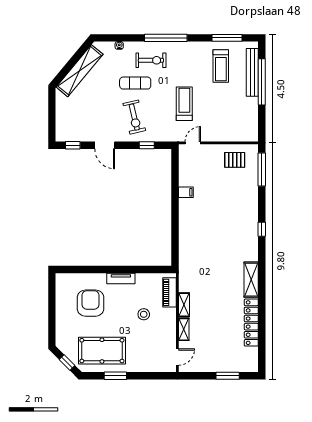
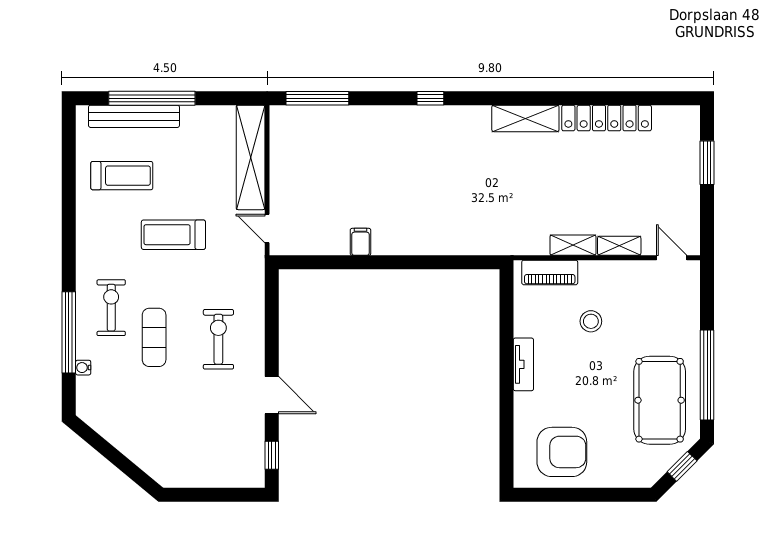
window: (166, 38) -> (69, 332), moved
window: (227, 38) -> (69, 164), removed
shelving: (80, 71) -> (251, 157), moved, turned 50
treadmill: (184, 104) -> (173, 235), moved
exercise bike: (134, 117) -> (218, 339), turned -77
door: (105, 145) -> (272, 395), hinge flipped
window: (147, 145) -> (272, 316), removed
pallet: (235, 160) -> (299, 149), removed
armchair: (91, 303) -> (562, 452), moved, turned 180
window: (115, 376) -> (707, 375), width x2.11

